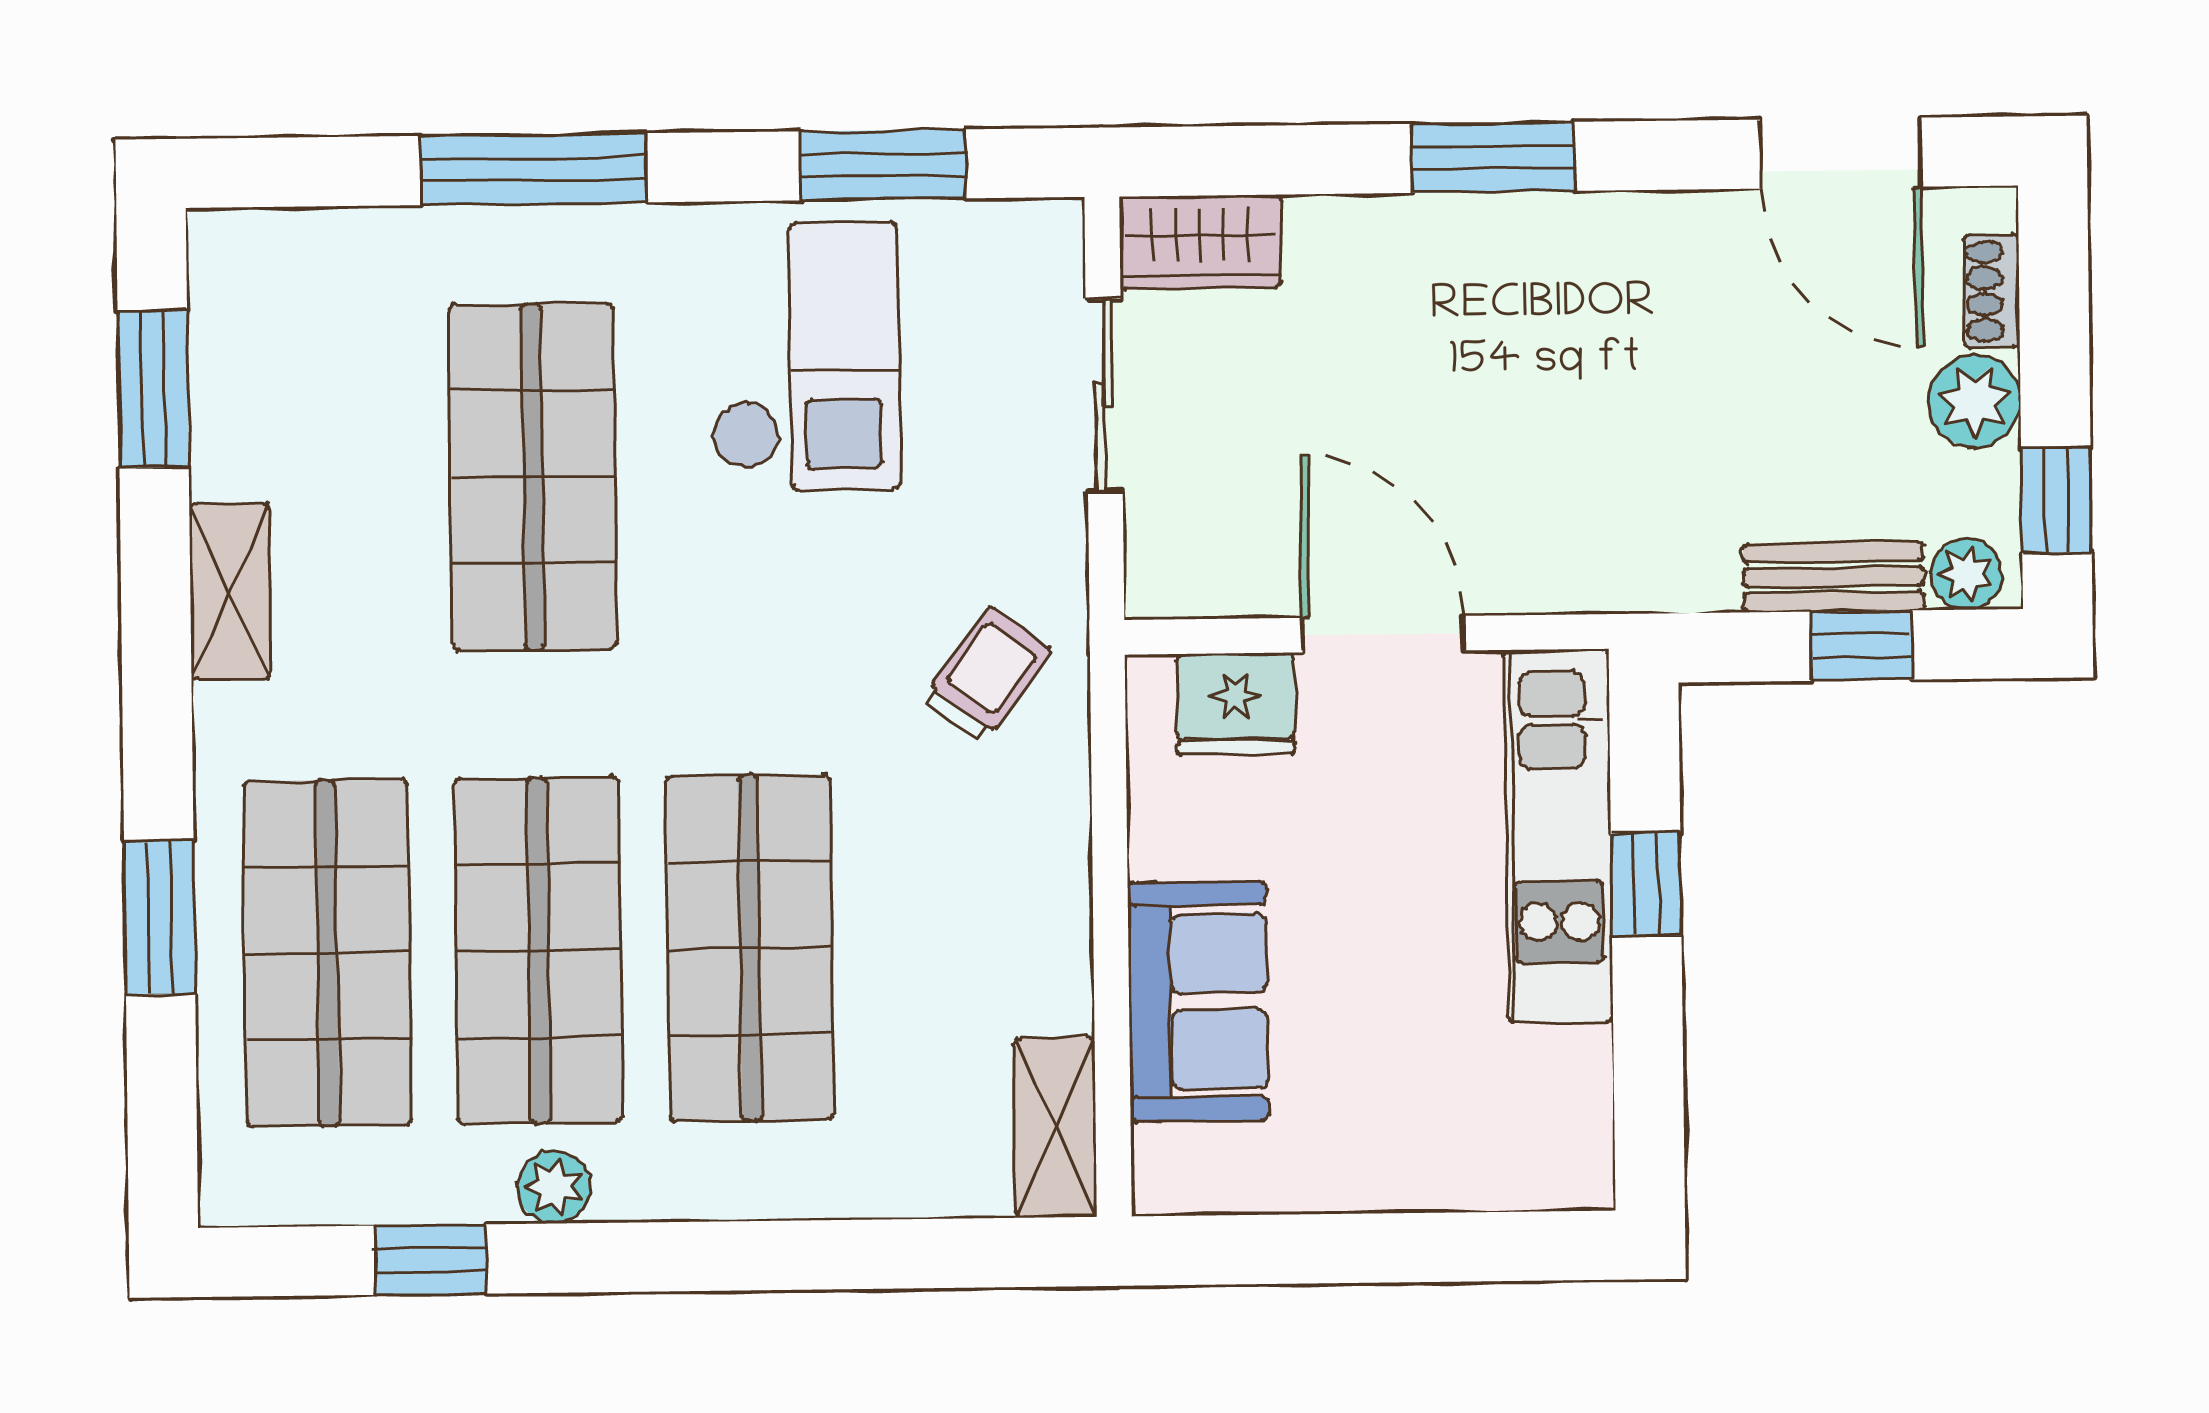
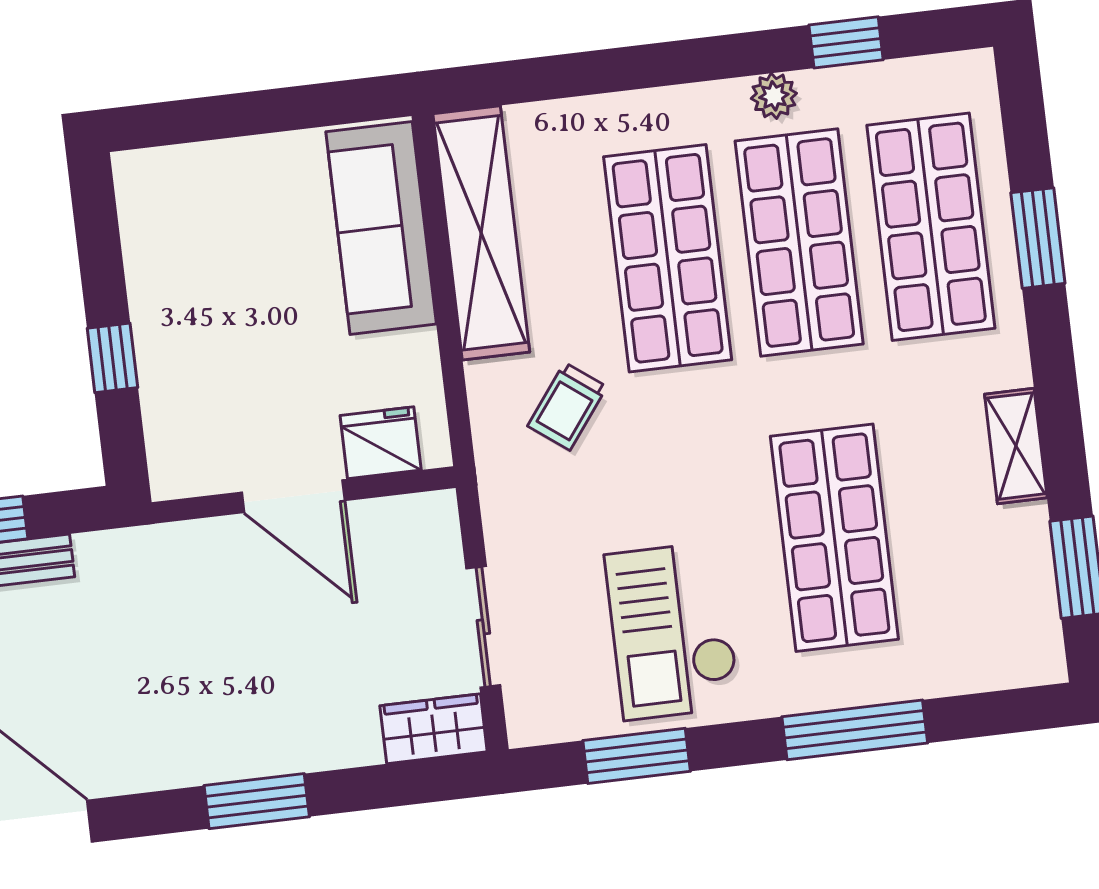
trolley: (986, 675) -> (567, 406), moved
kitchen unit: (1558, 836) -> (170, 382), removed
sofa: (1198, 1001) -> (381, 228), width x1.36
shelving: (1055, 1128) -> (481, 233), width x2.20, depth x1.33

